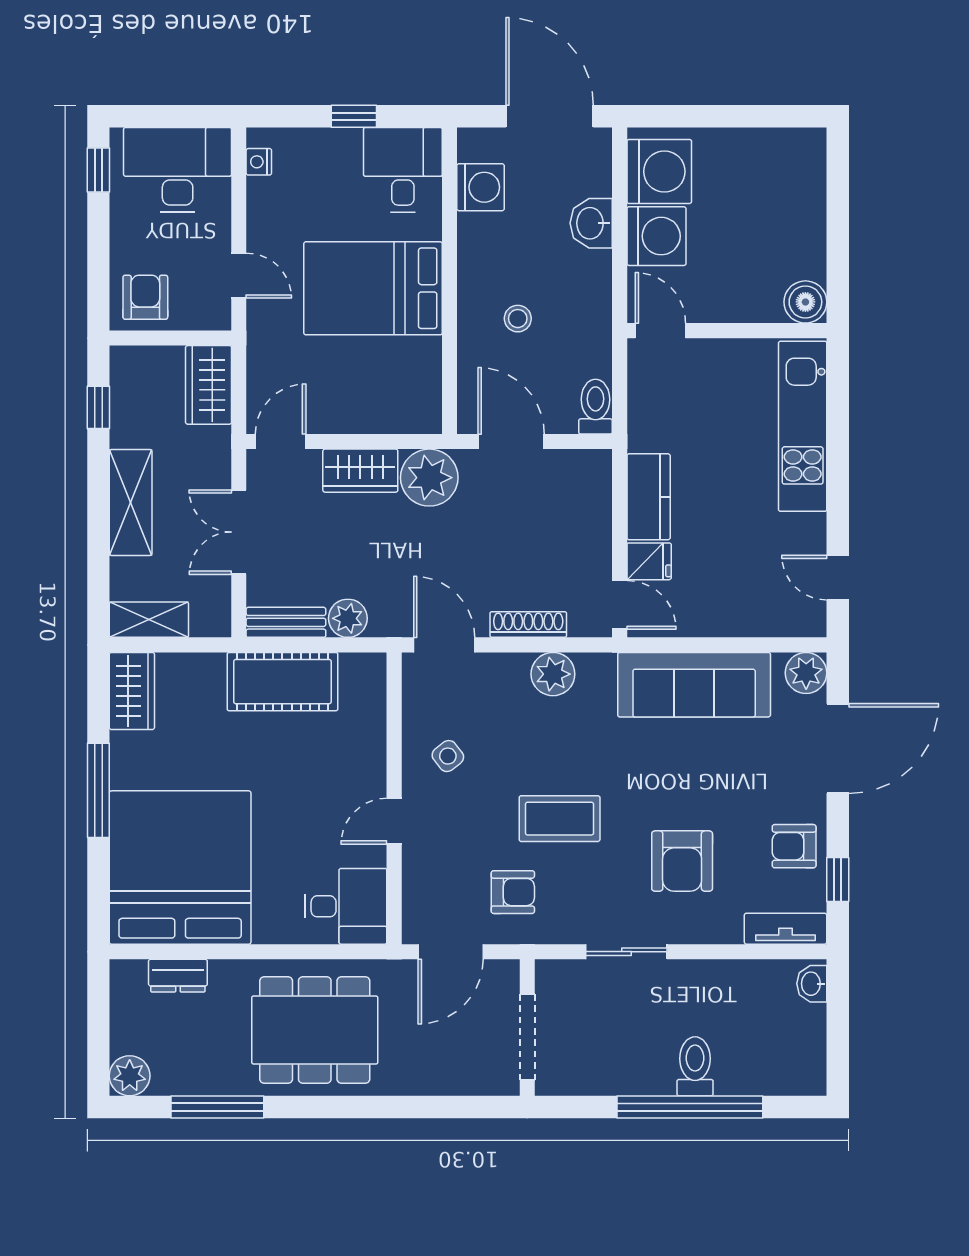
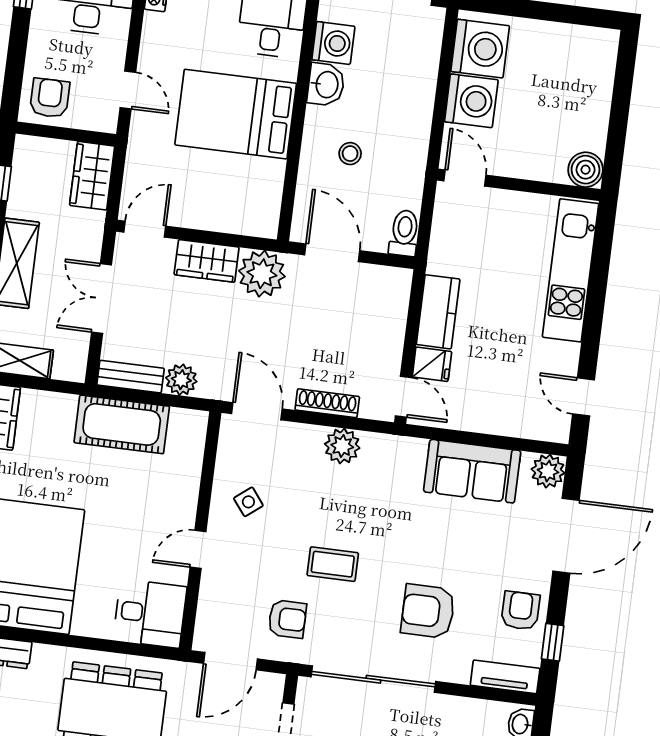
washbasin: (591, 223) -> (326, 85), moved, turned 180
sofa: (694, 685) -> (472, 471), width x0.73
coffee table: (560, 819) -> (333, 564), width x0.73, depth x0.77
armchair: (794, 846) -> (520, 611), turned 90
armchair: (682, 861) -> (428, 611), turned 90
sliding door: (626, 952) -> (373, 679), width x1.86

